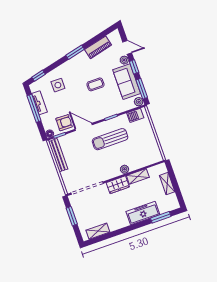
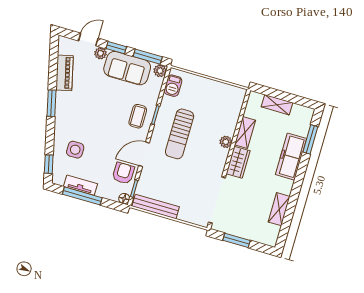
coffee table: (95, 84) -> (138, 116), moved
shelving: (98, 231) -> (279, 209), moved

